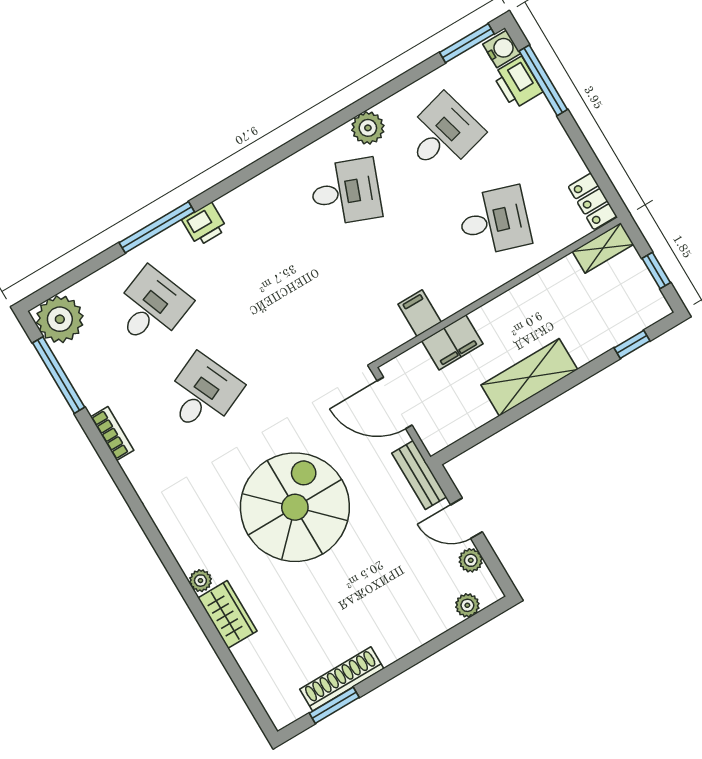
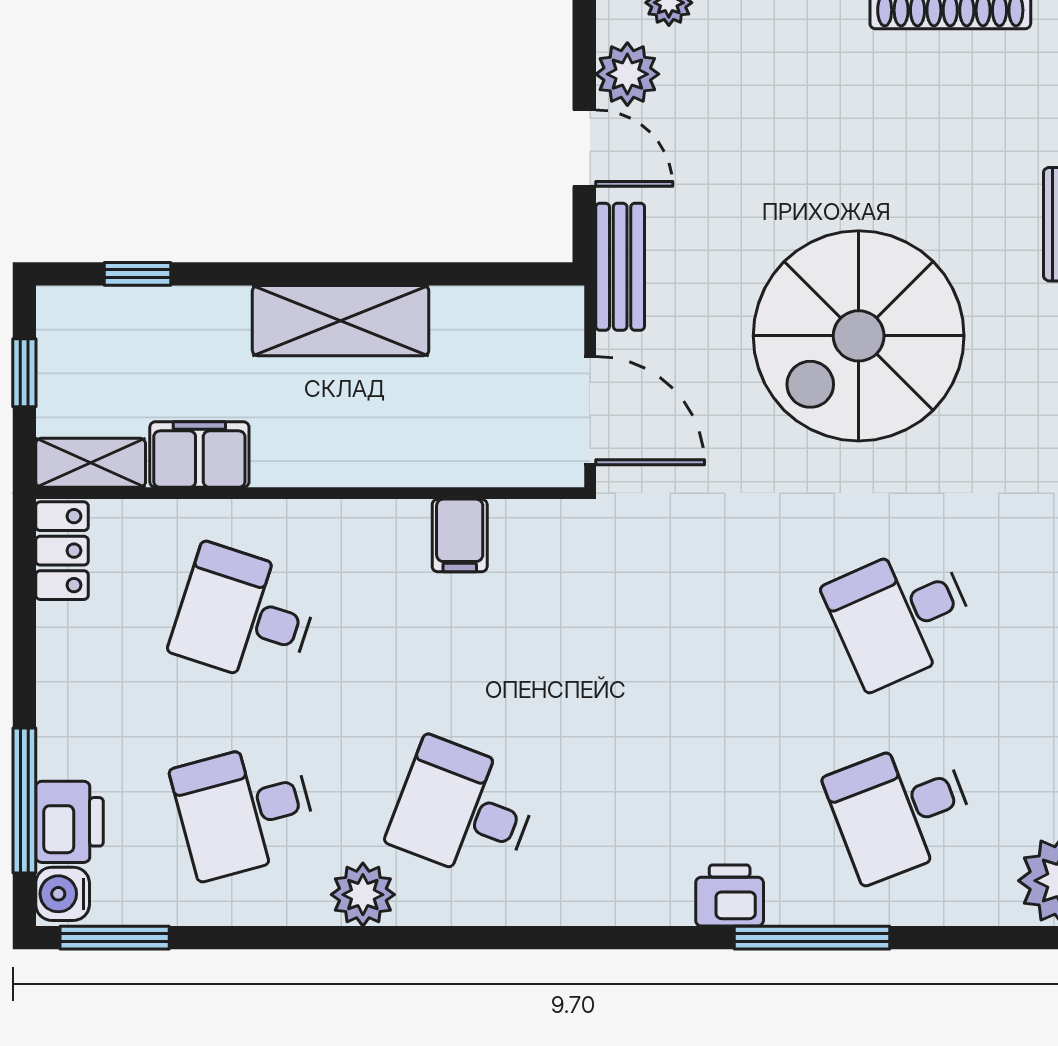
filing cabinet: (452, 342) -> (199, 454), moved
plant: (471, 560) -> (627, 74), width x1.38, depth x1.38

